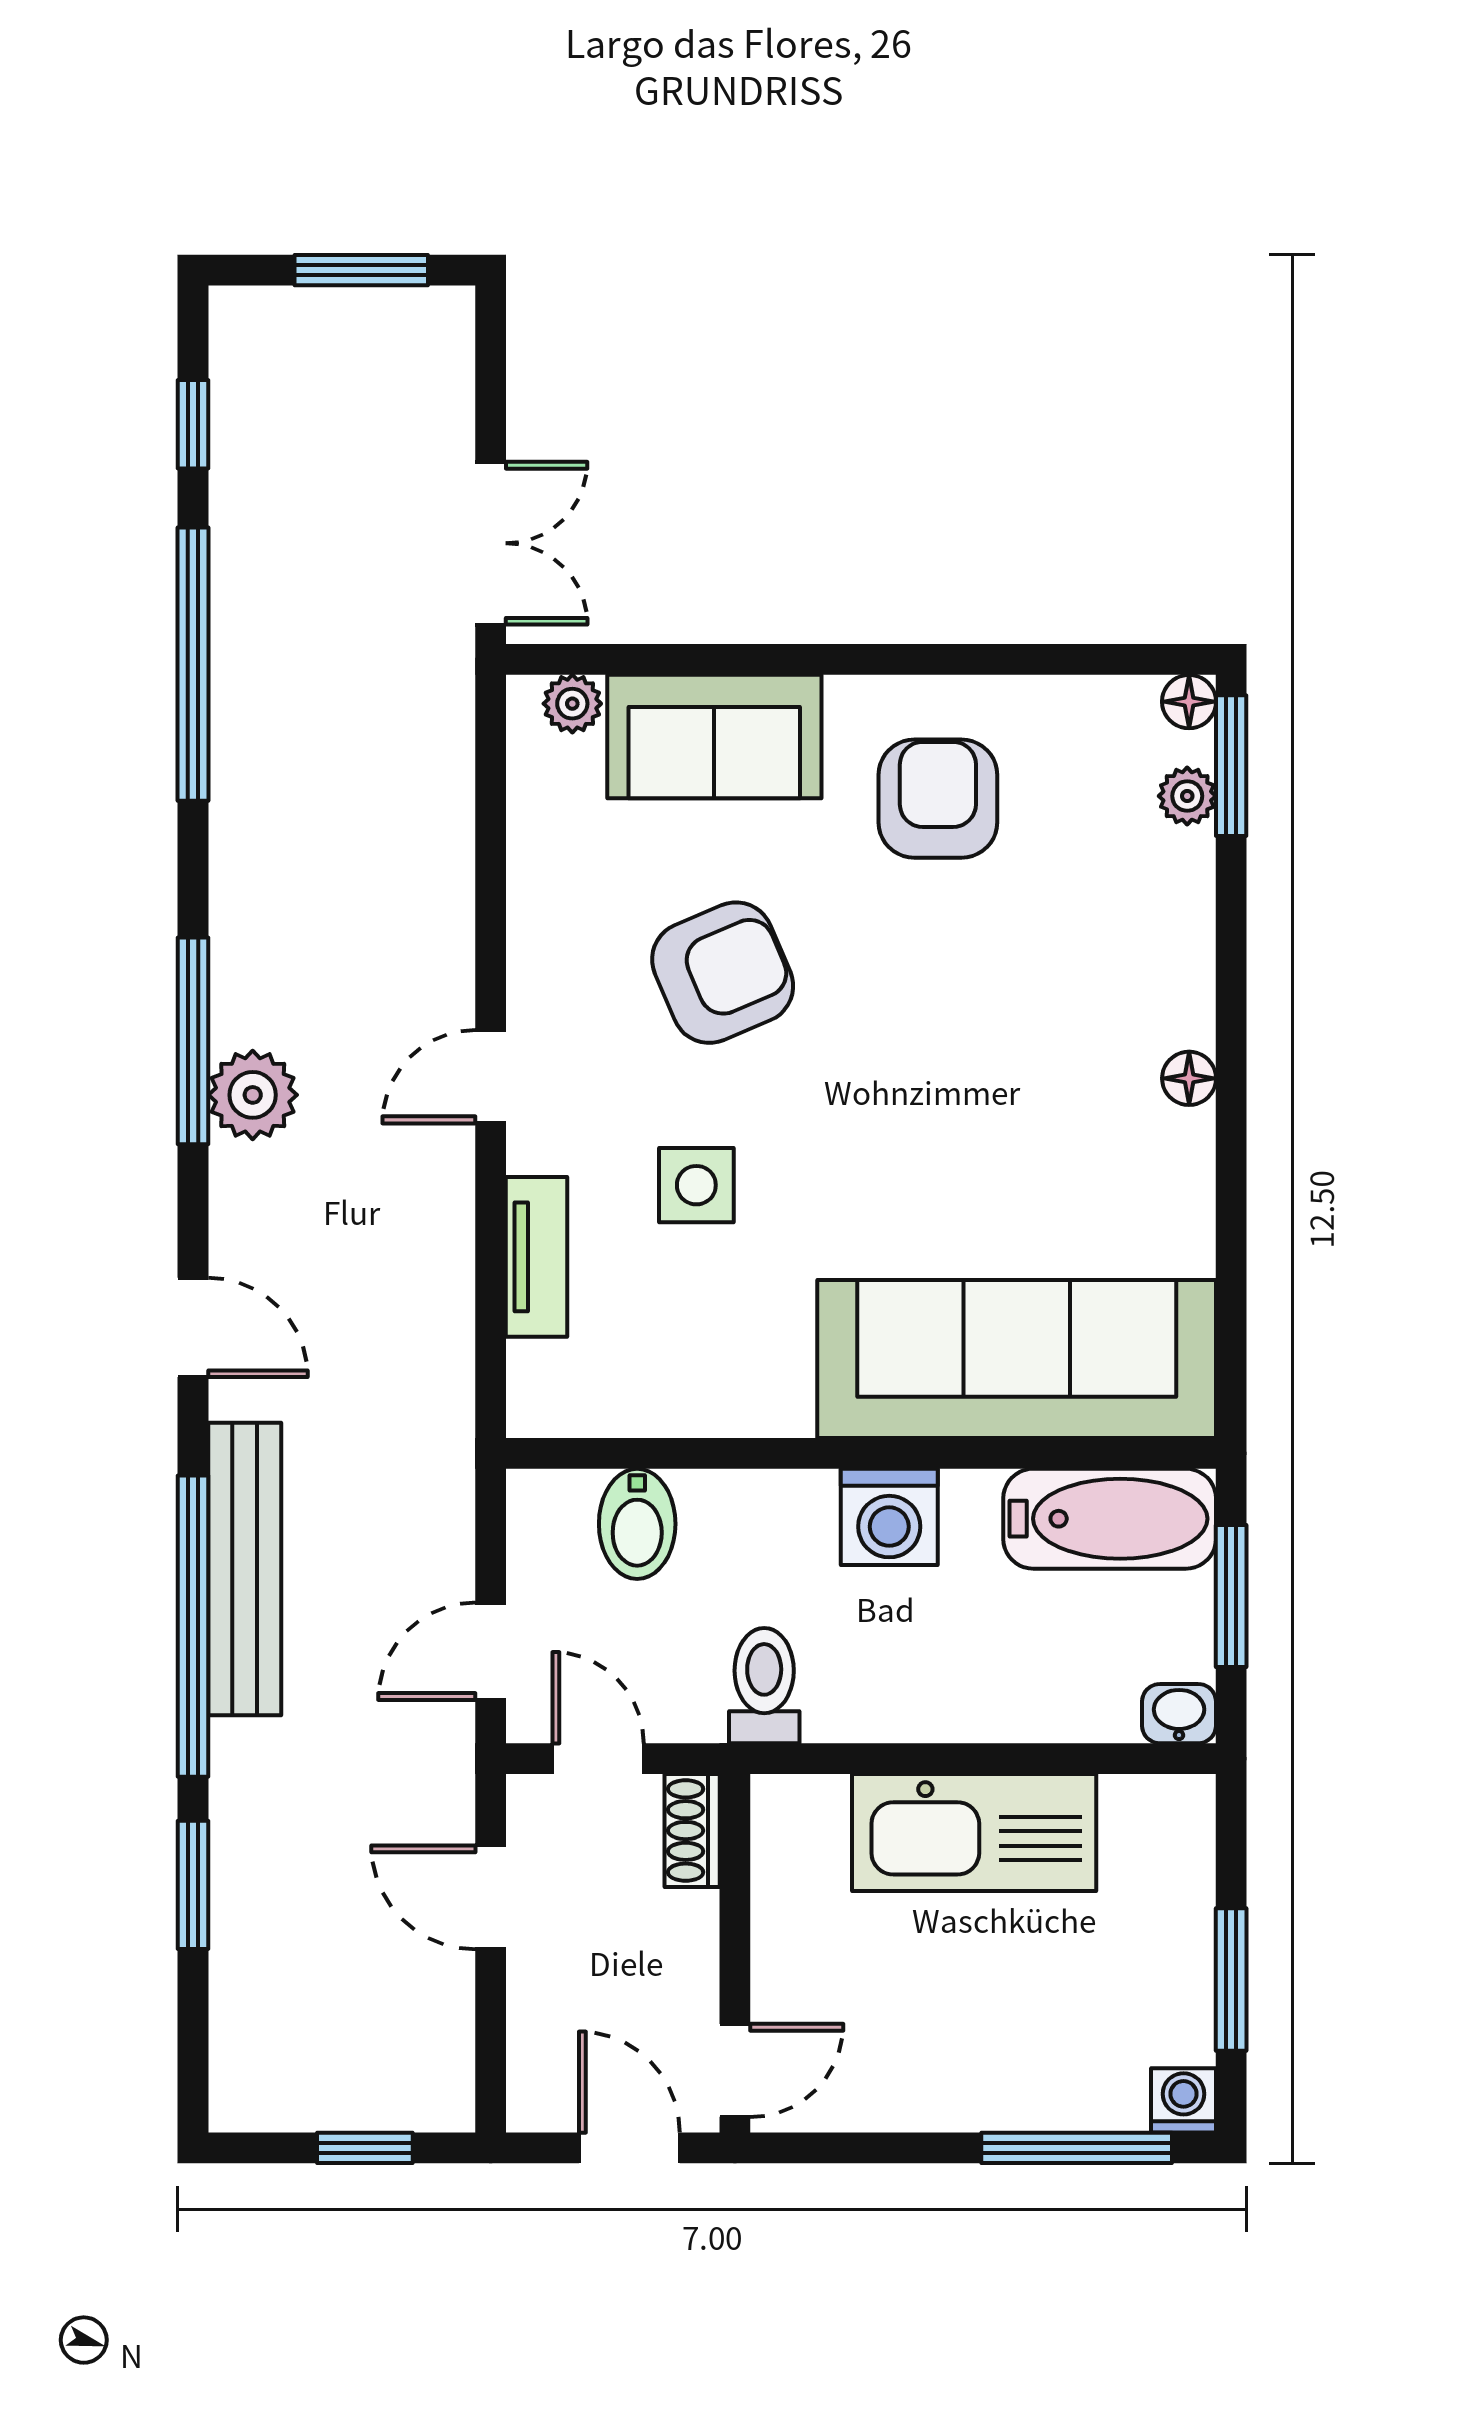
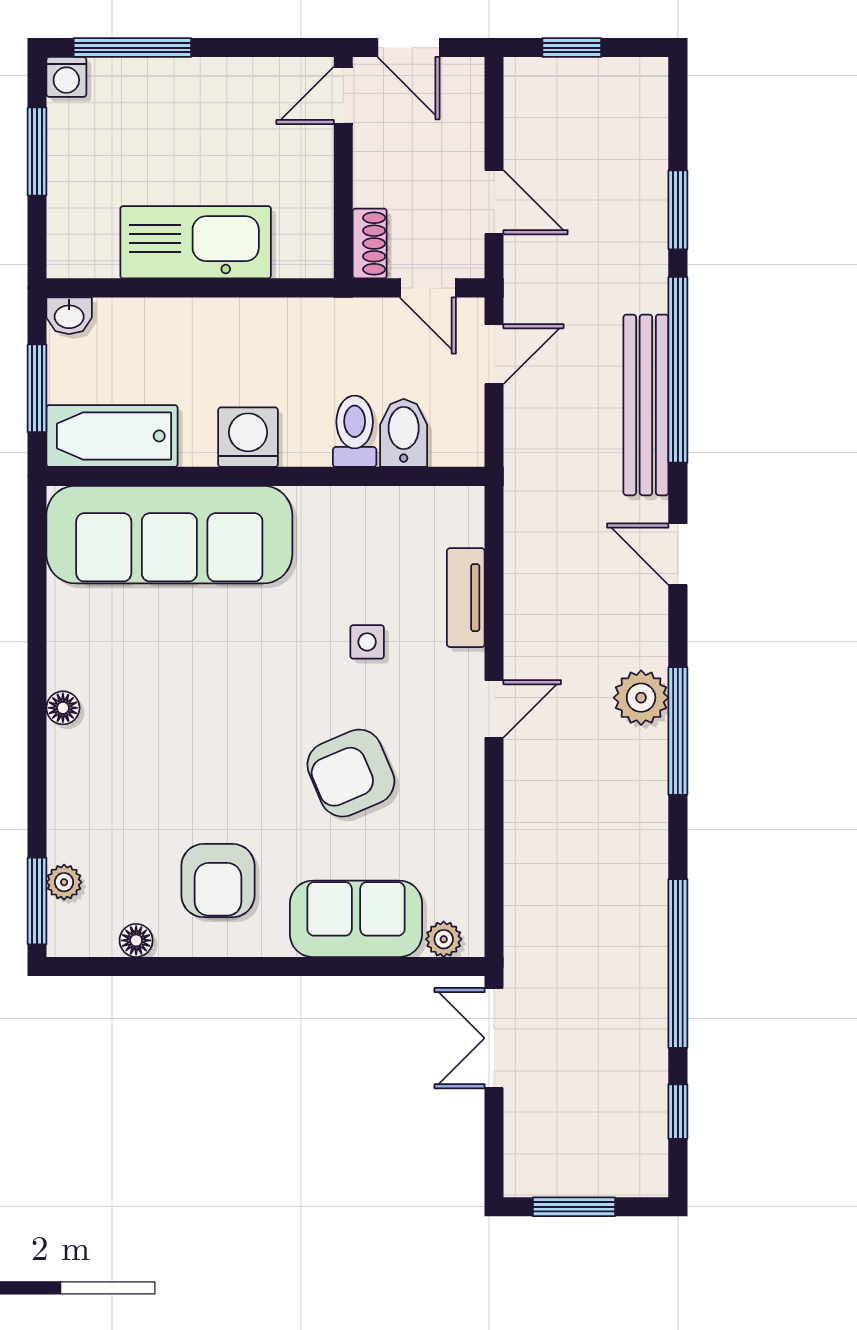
floor lamp: (1189, 702) -> (136, 940), moved
side table: (696, 1185) -> (367, 642), width x0.73, depth x0.73
toilet: (764, 1686) -> (355, 431), moved, turned 180

